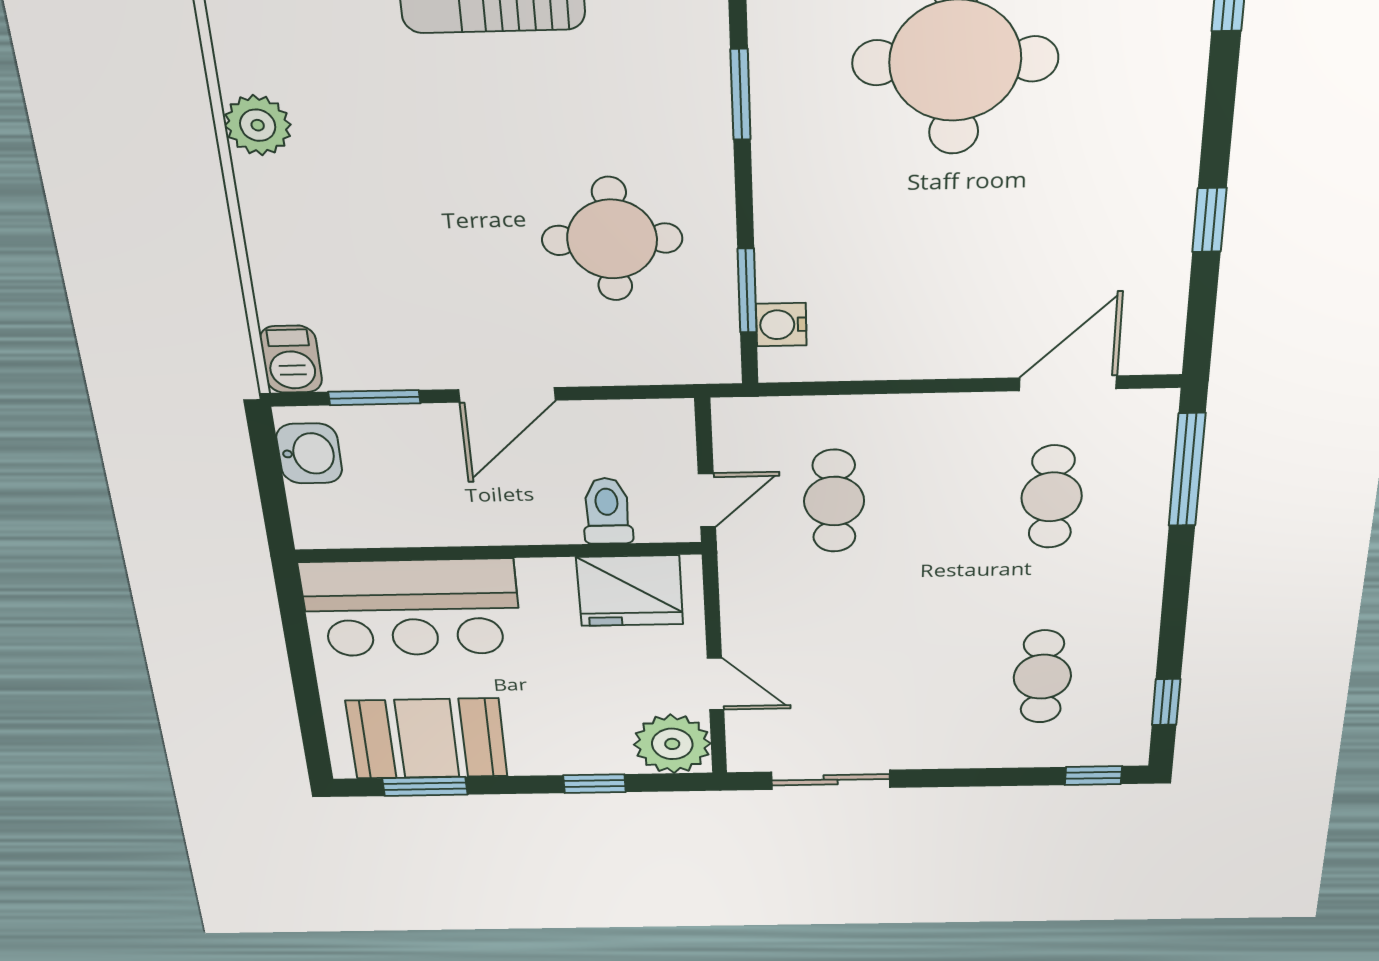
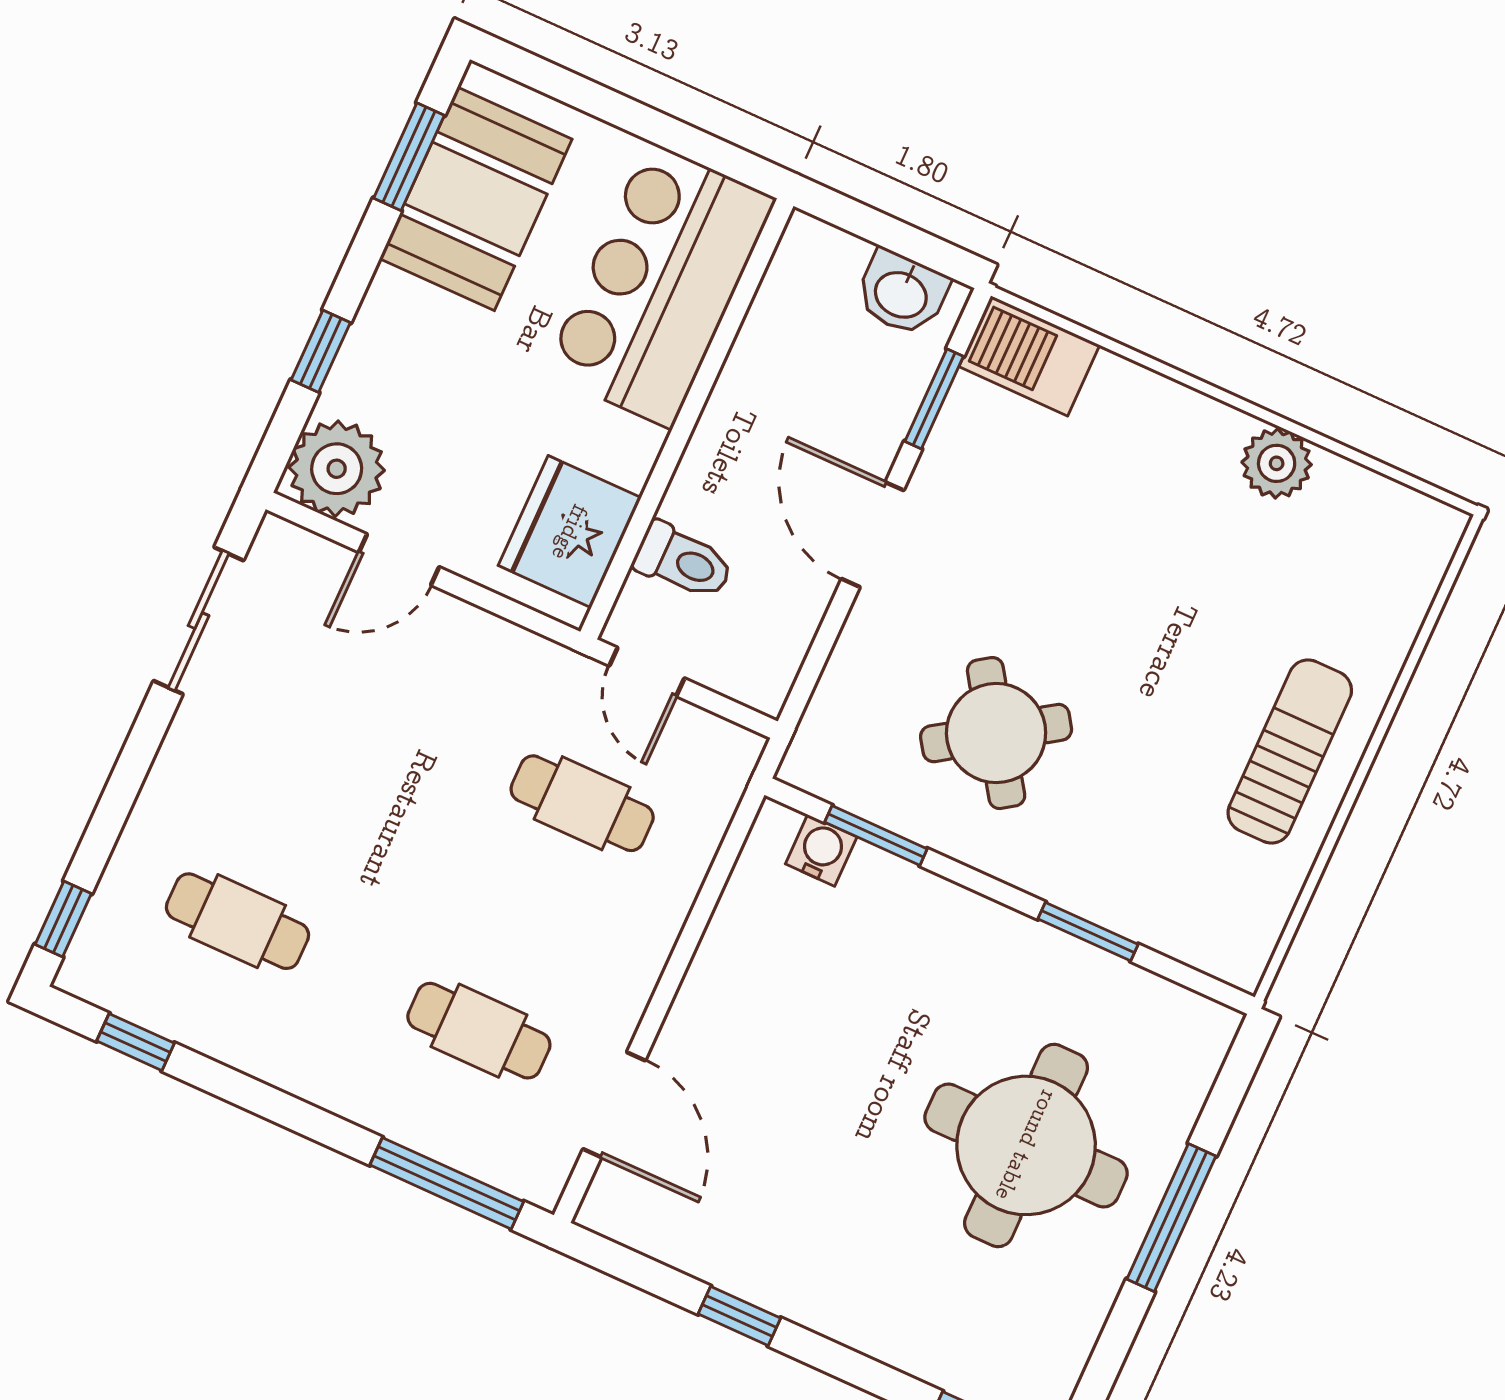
round table: (612, 239) -> (996, 733), turned -34
barbecue: (291, 359) -> (1029, 356), width x1.38, depth x1.27

